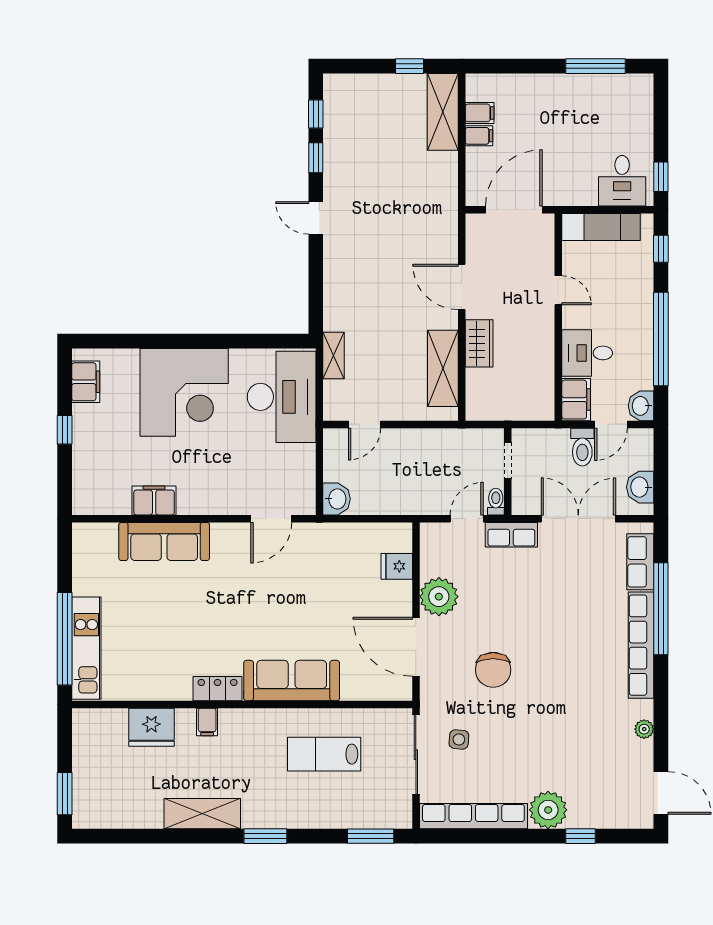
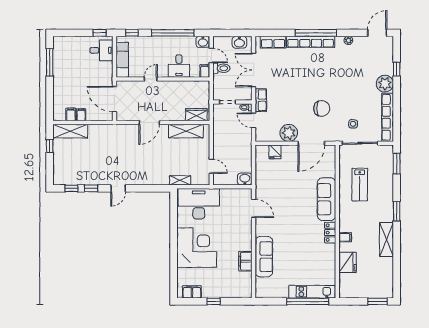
wardrobe: (479, 343) -> (196, 115), moved
filing cabinet: (576, 400) -> (205, 71), width x0.50
window: (661, 609) -> (316, 33), moved

